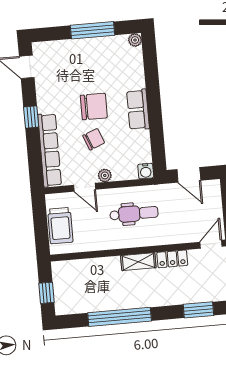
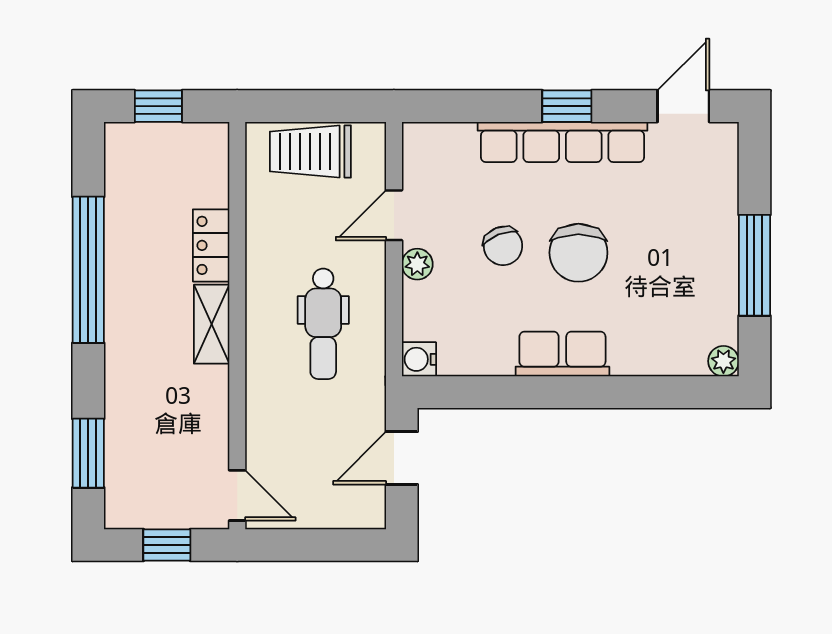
row of seats: (50, 150) -> (563, 142), moved
locker: (172, 259) -> (211, 245), moved

